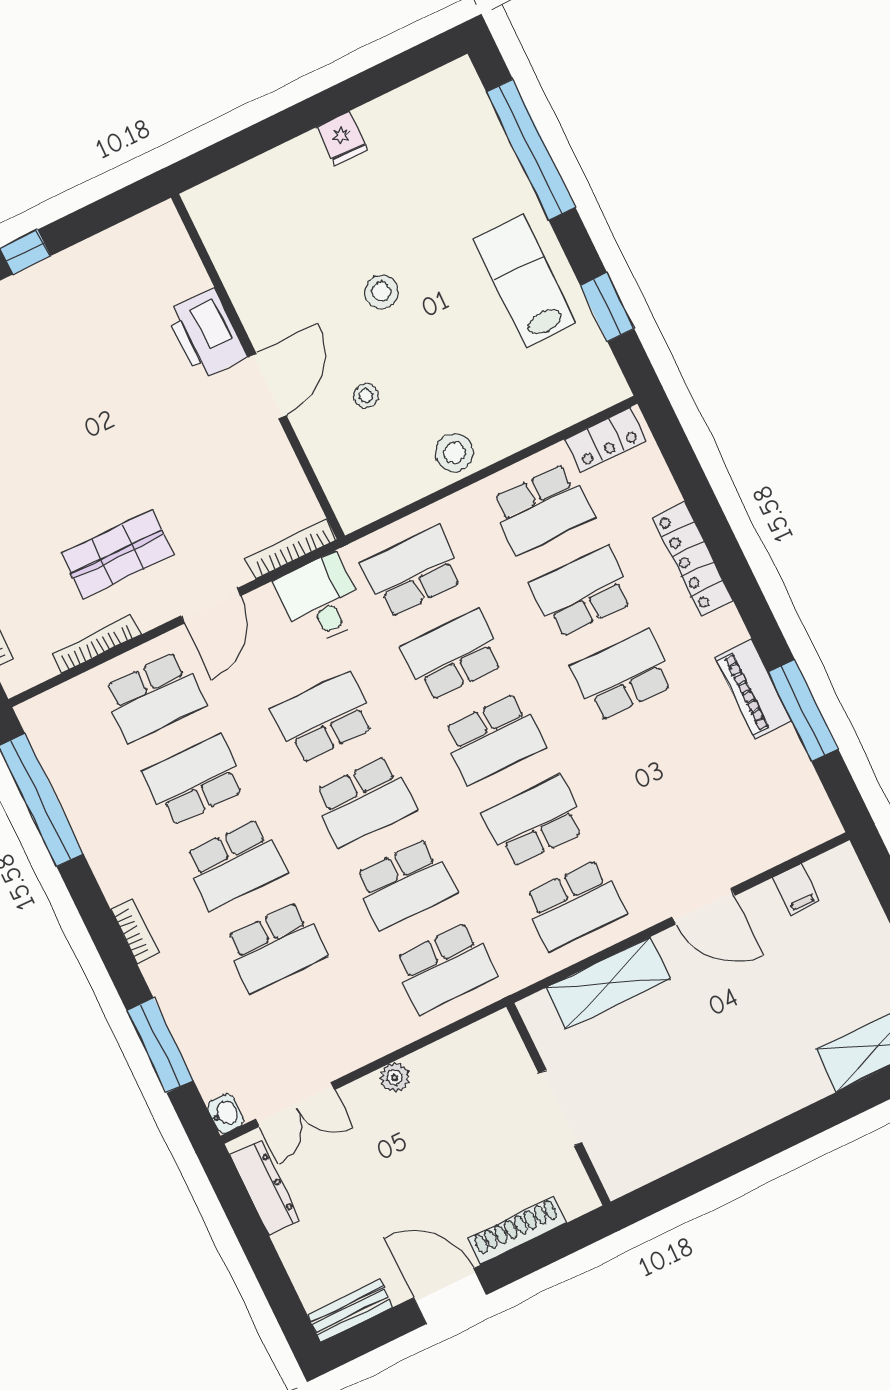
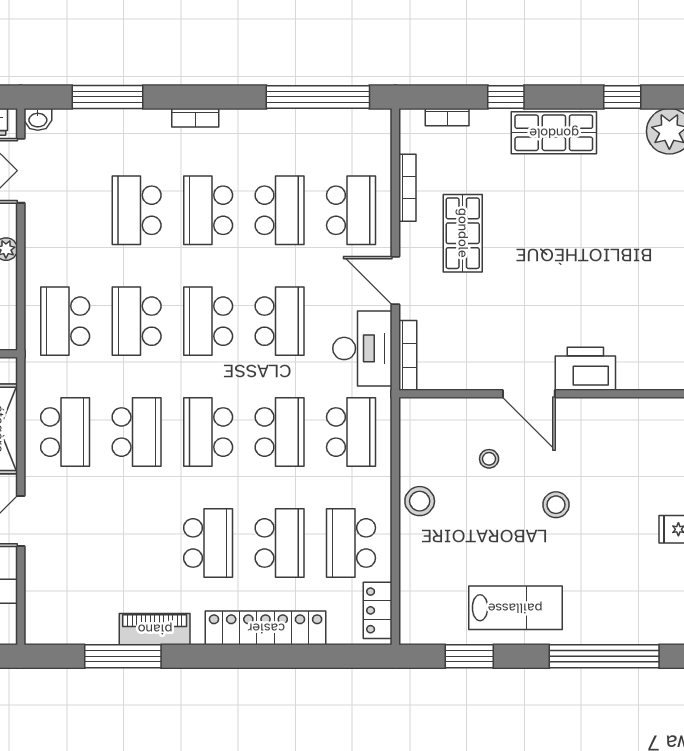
locker: (693, 559) -> (266, 628), width x1.41, depth x1.21
desk: (321, 600) -> (362, 348), width x1.37
school desk: (154, 697) -> (351, 210), turned 180
school desk: (574, 905) -> (65, 432), turned 180

